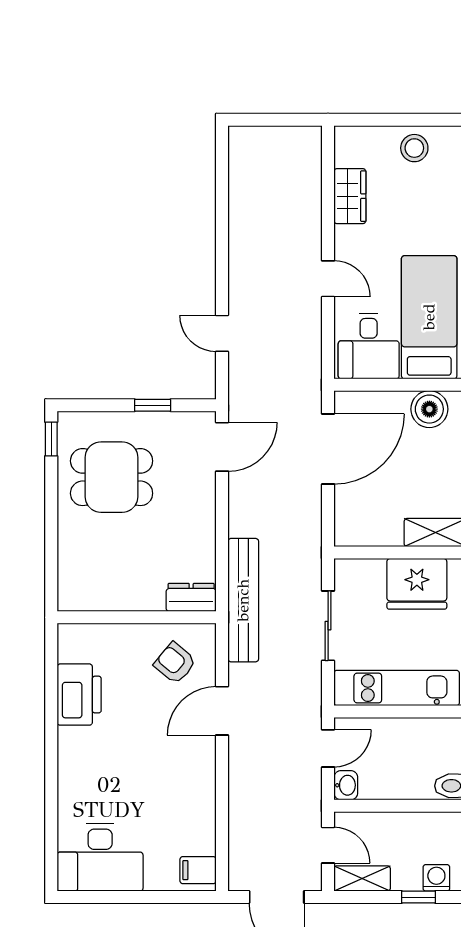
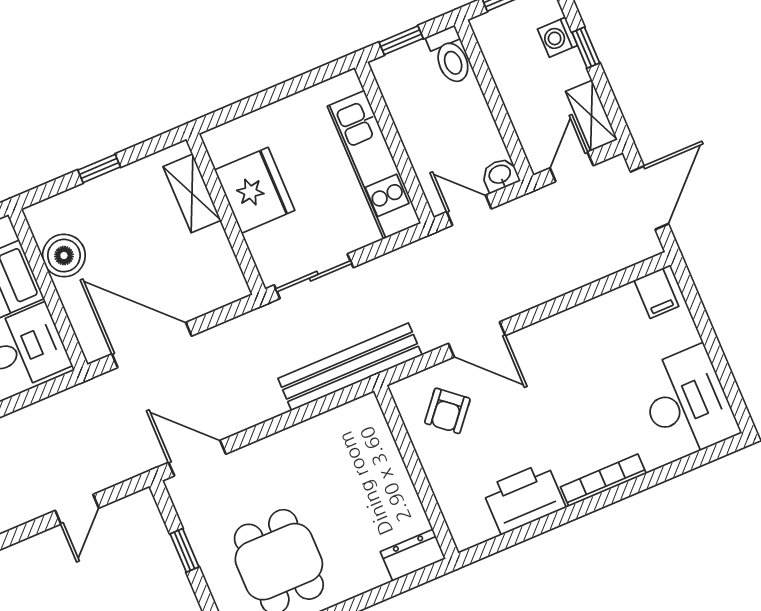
dresser: (191, 597) -> (413, 555), moved, turned 90
sliding door: (328, 626) -> (314, 276), moved
bookcase: (66, 764) -> (603, 480), added

